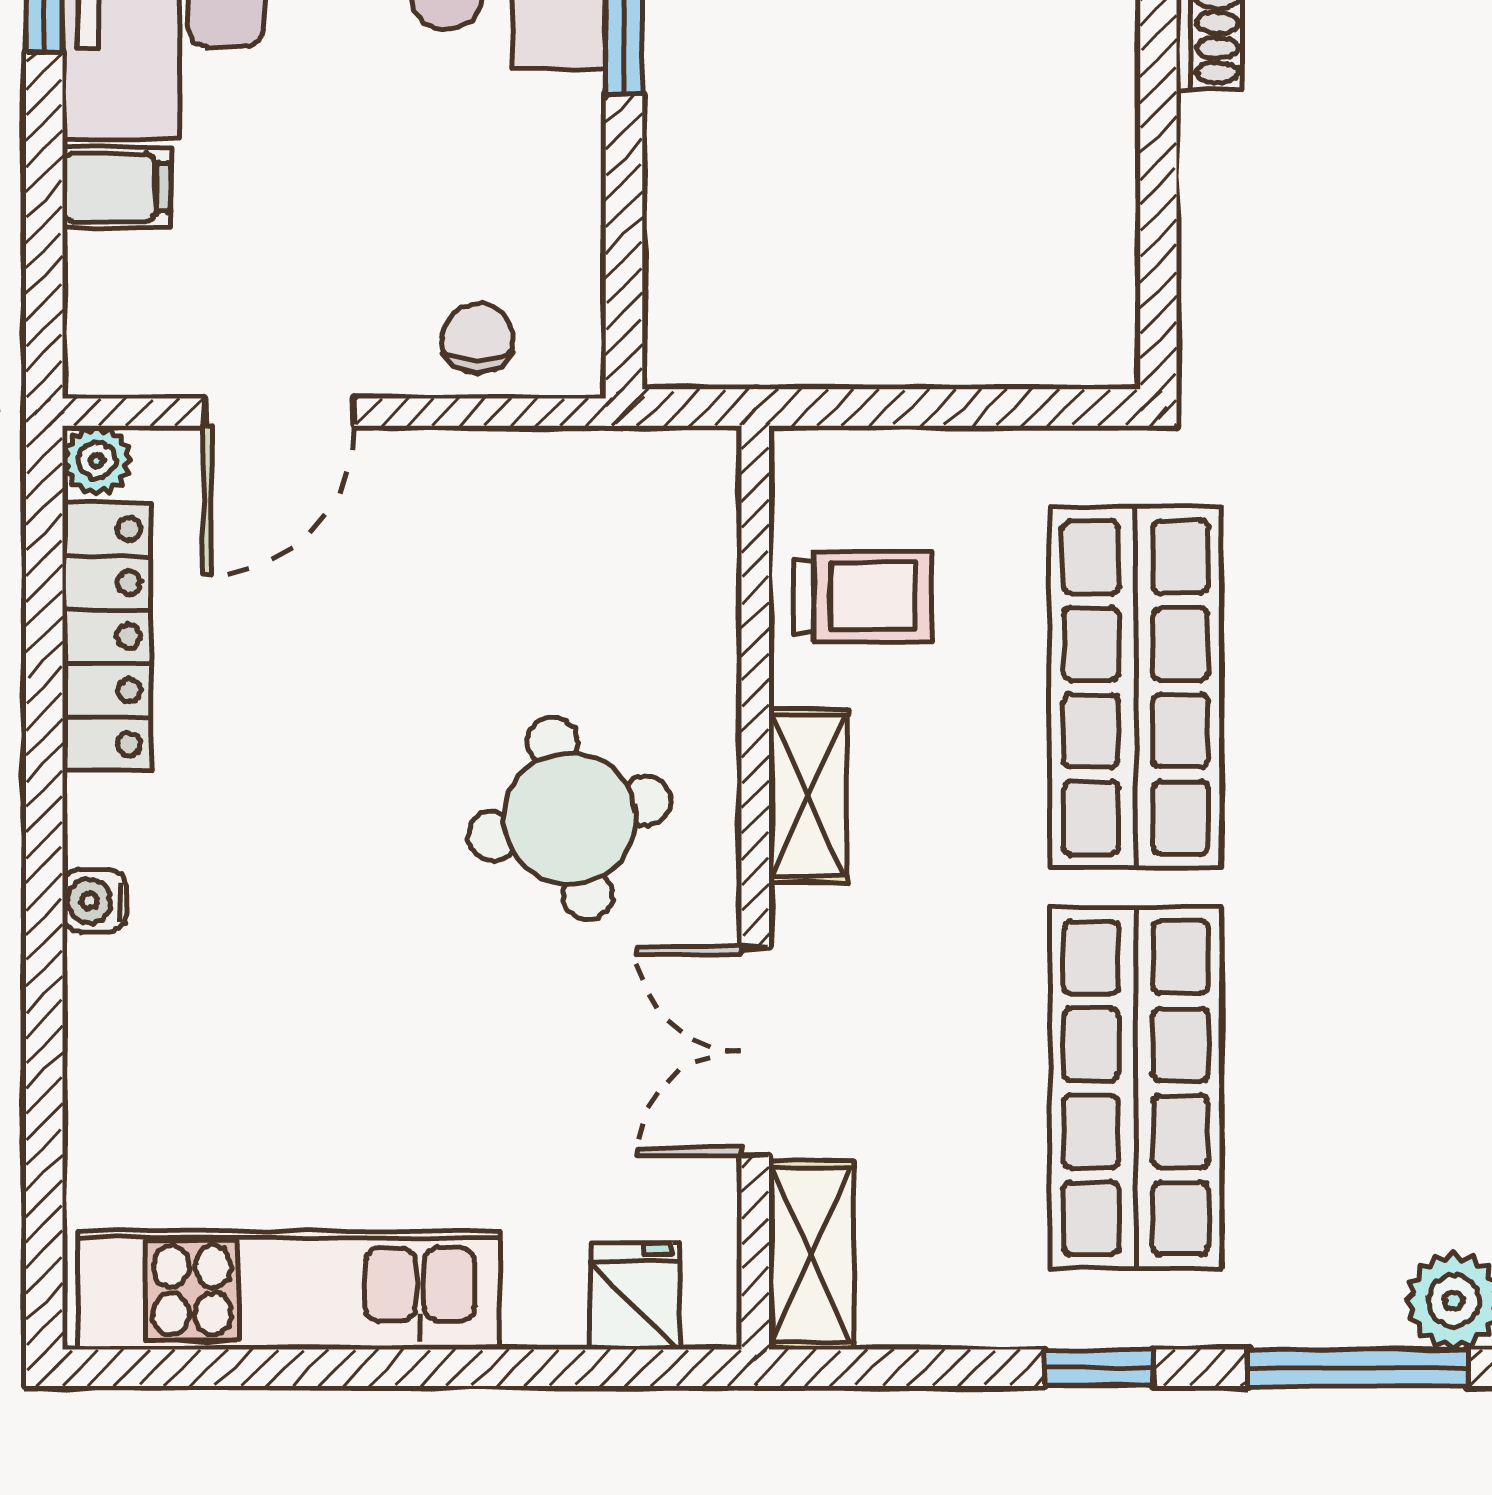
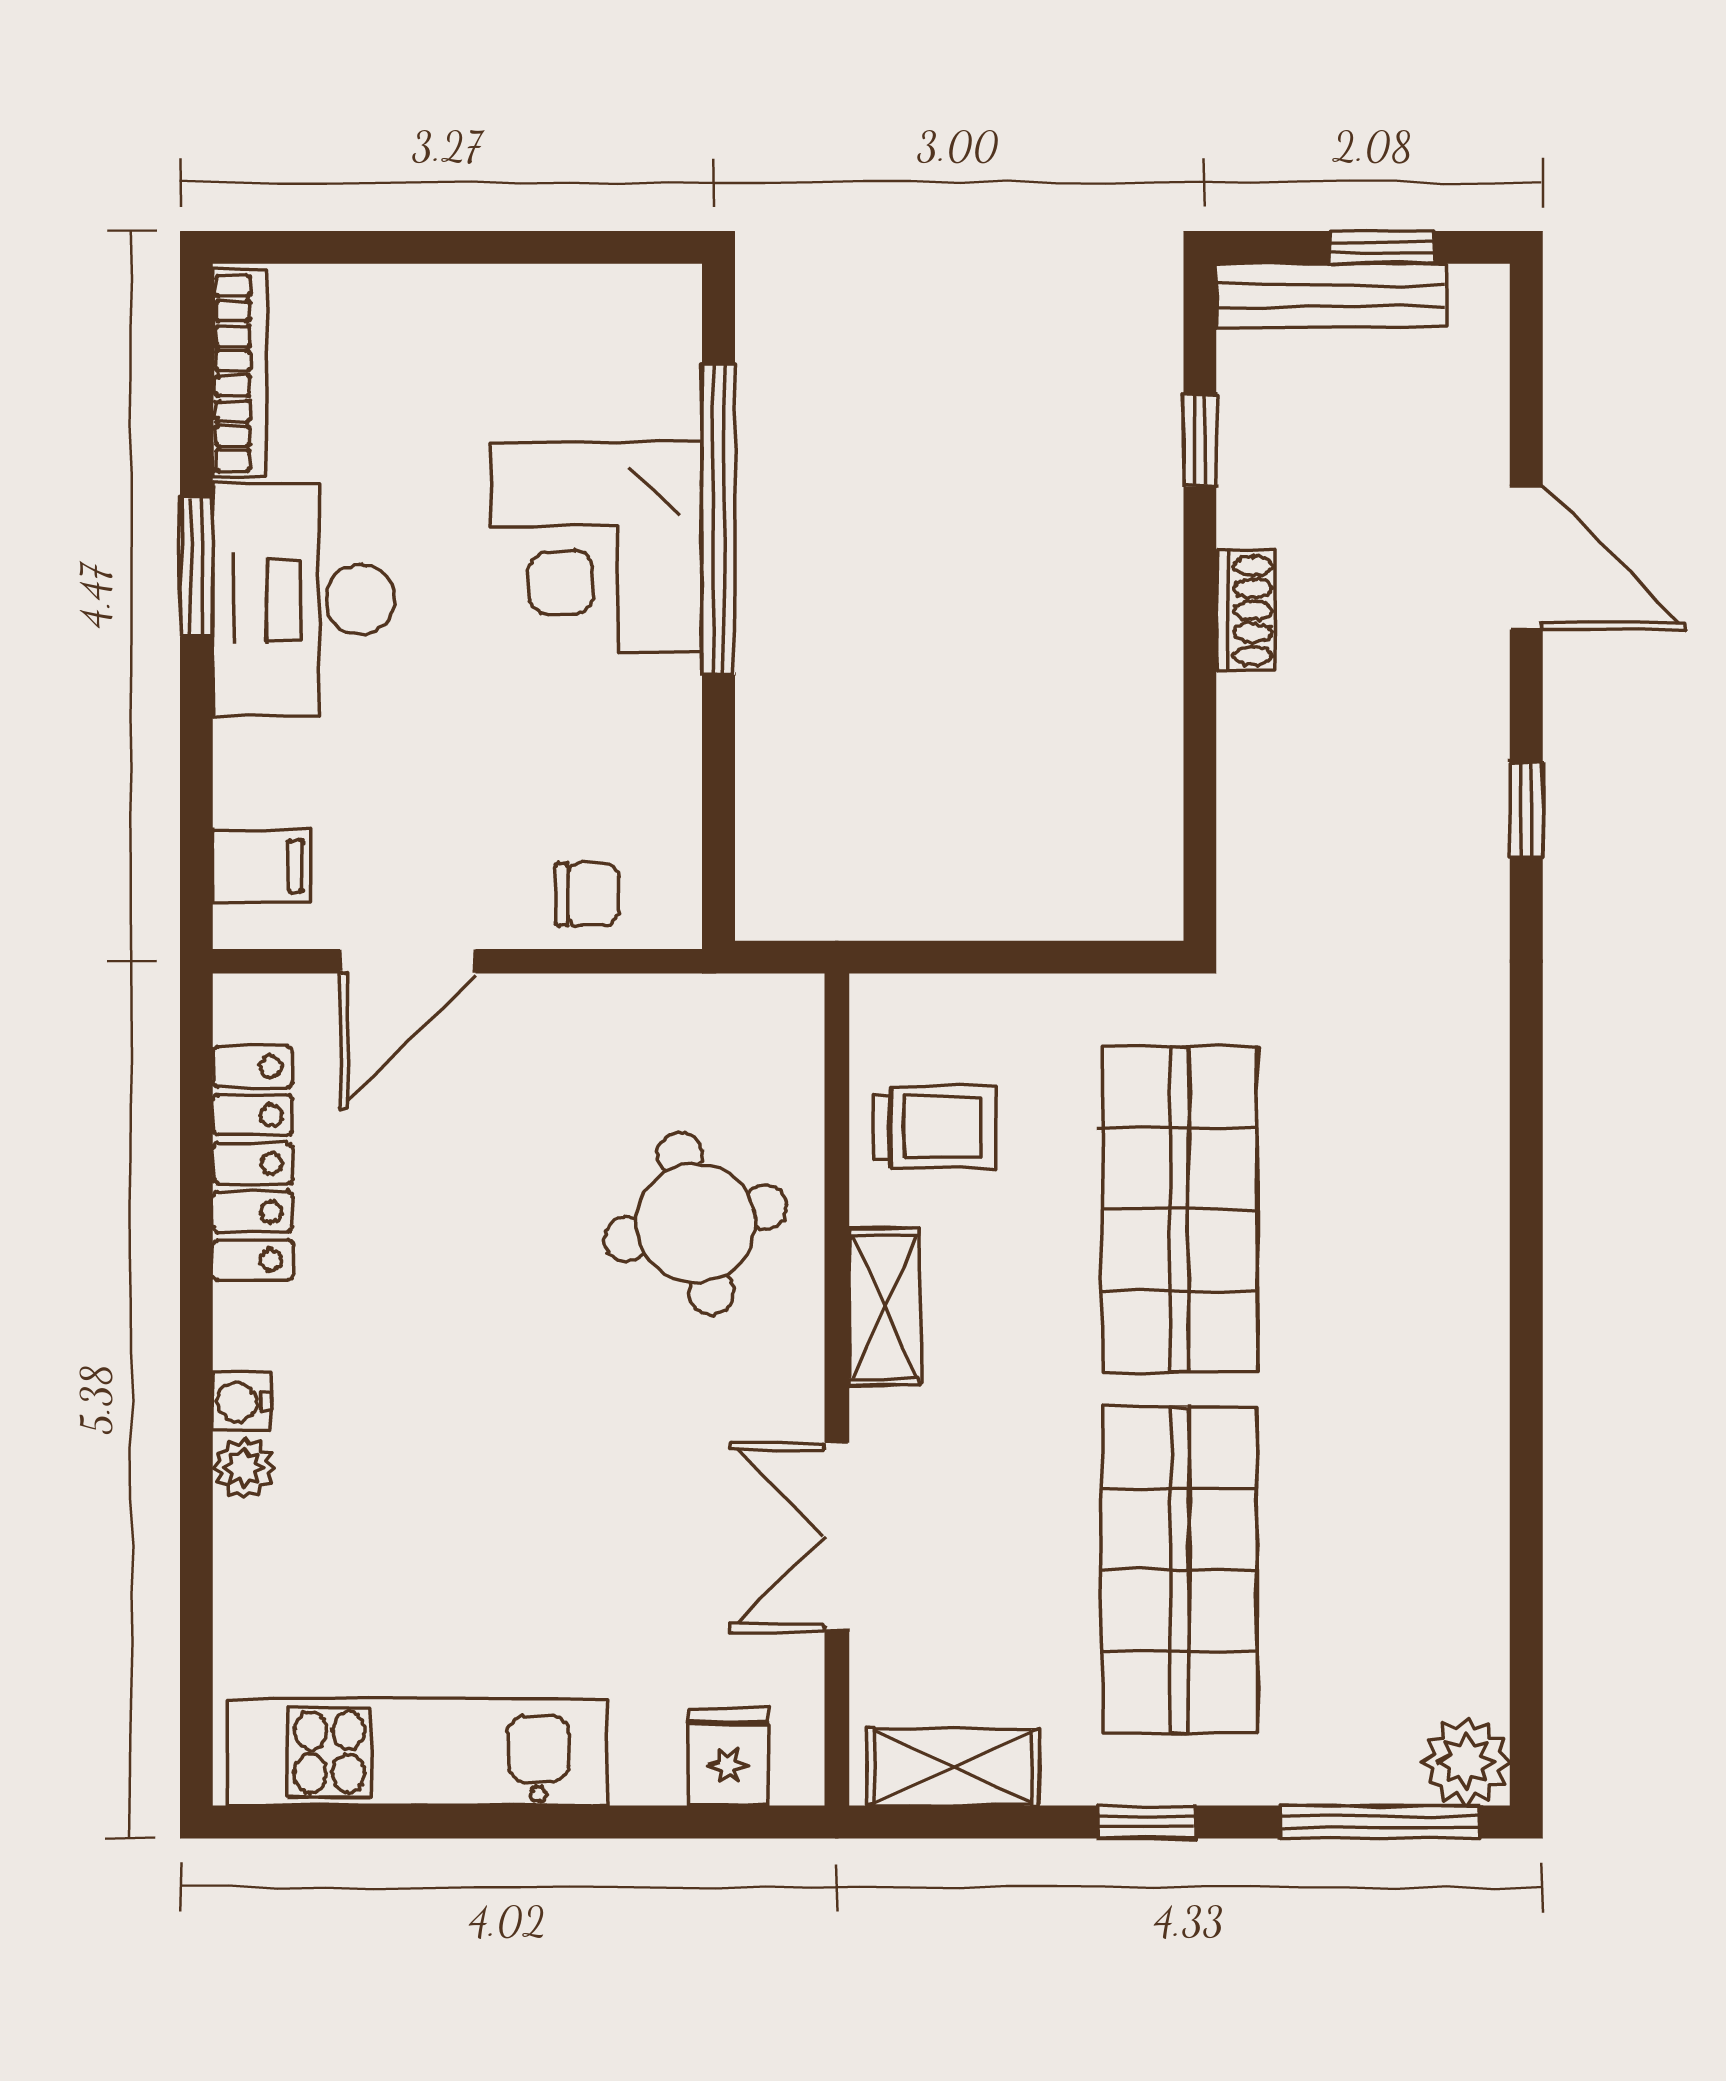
filing cabinet: (116, 187) -> (261, 866), moved
chair: (478, 338) -> (587, 895), turned 90
plant: (97, 460) -> (244, 1468), moved
round table: (570, 818) -> (696, 1223), moved
shelving: (811, 1255) -> (953, 1767), moved, turned 90

